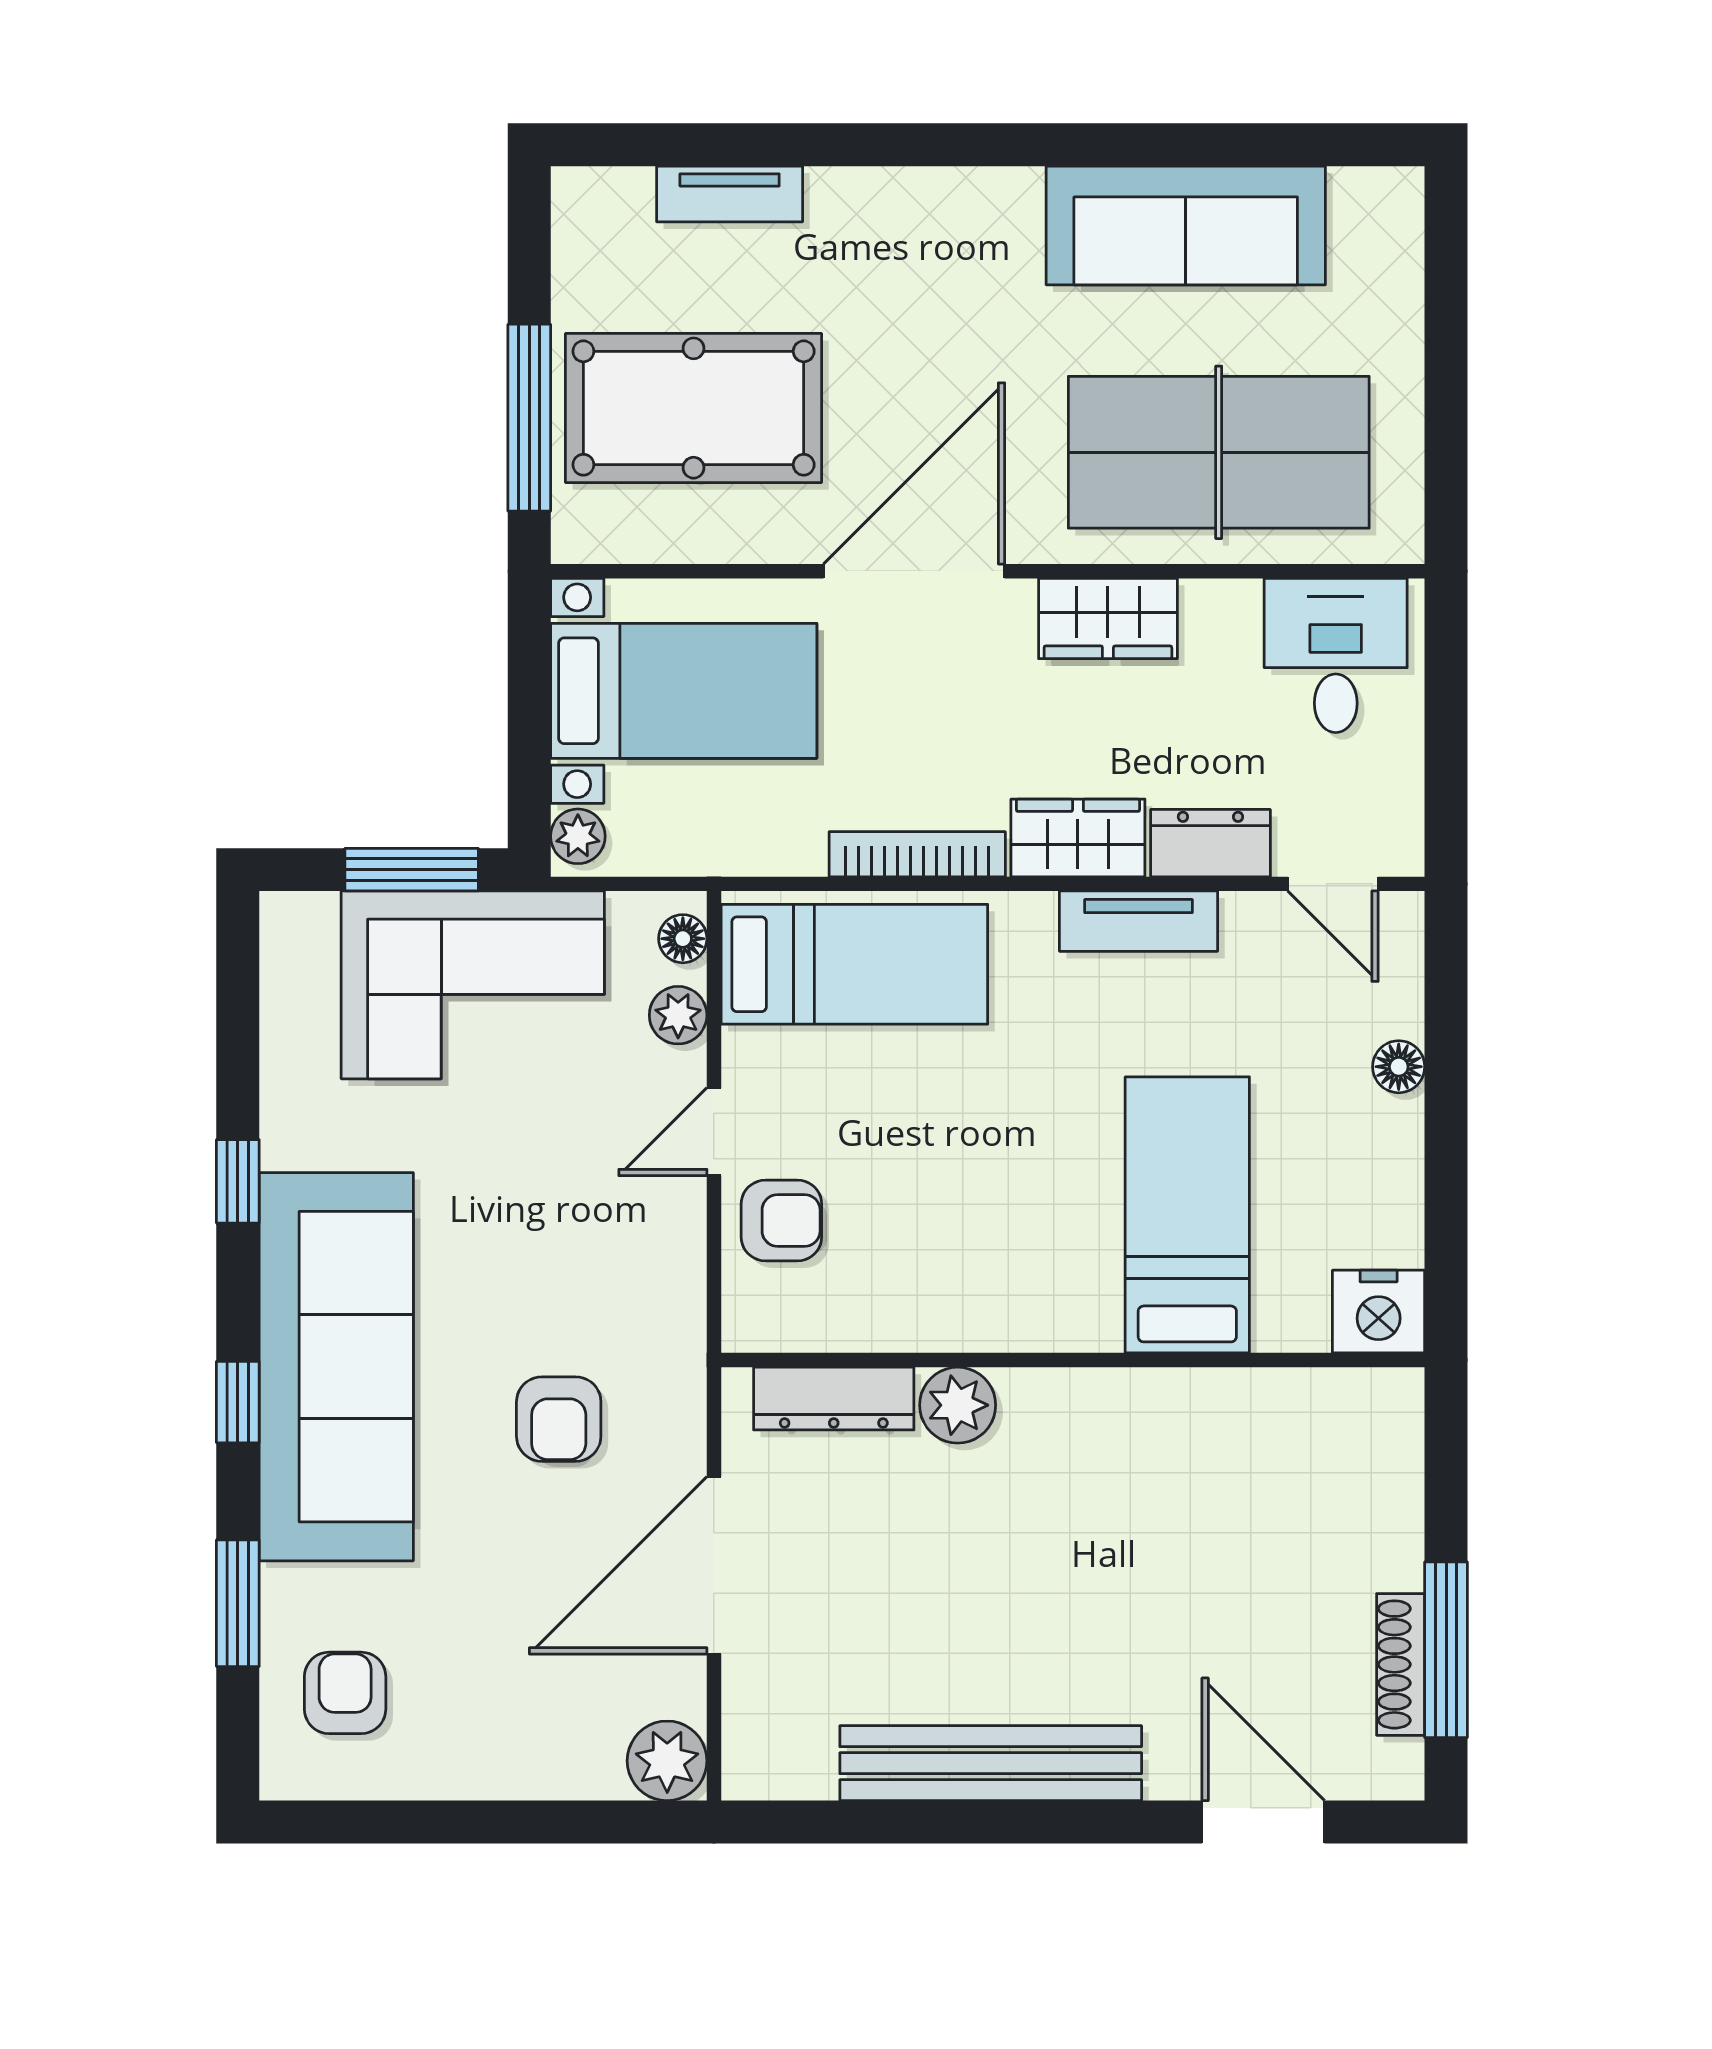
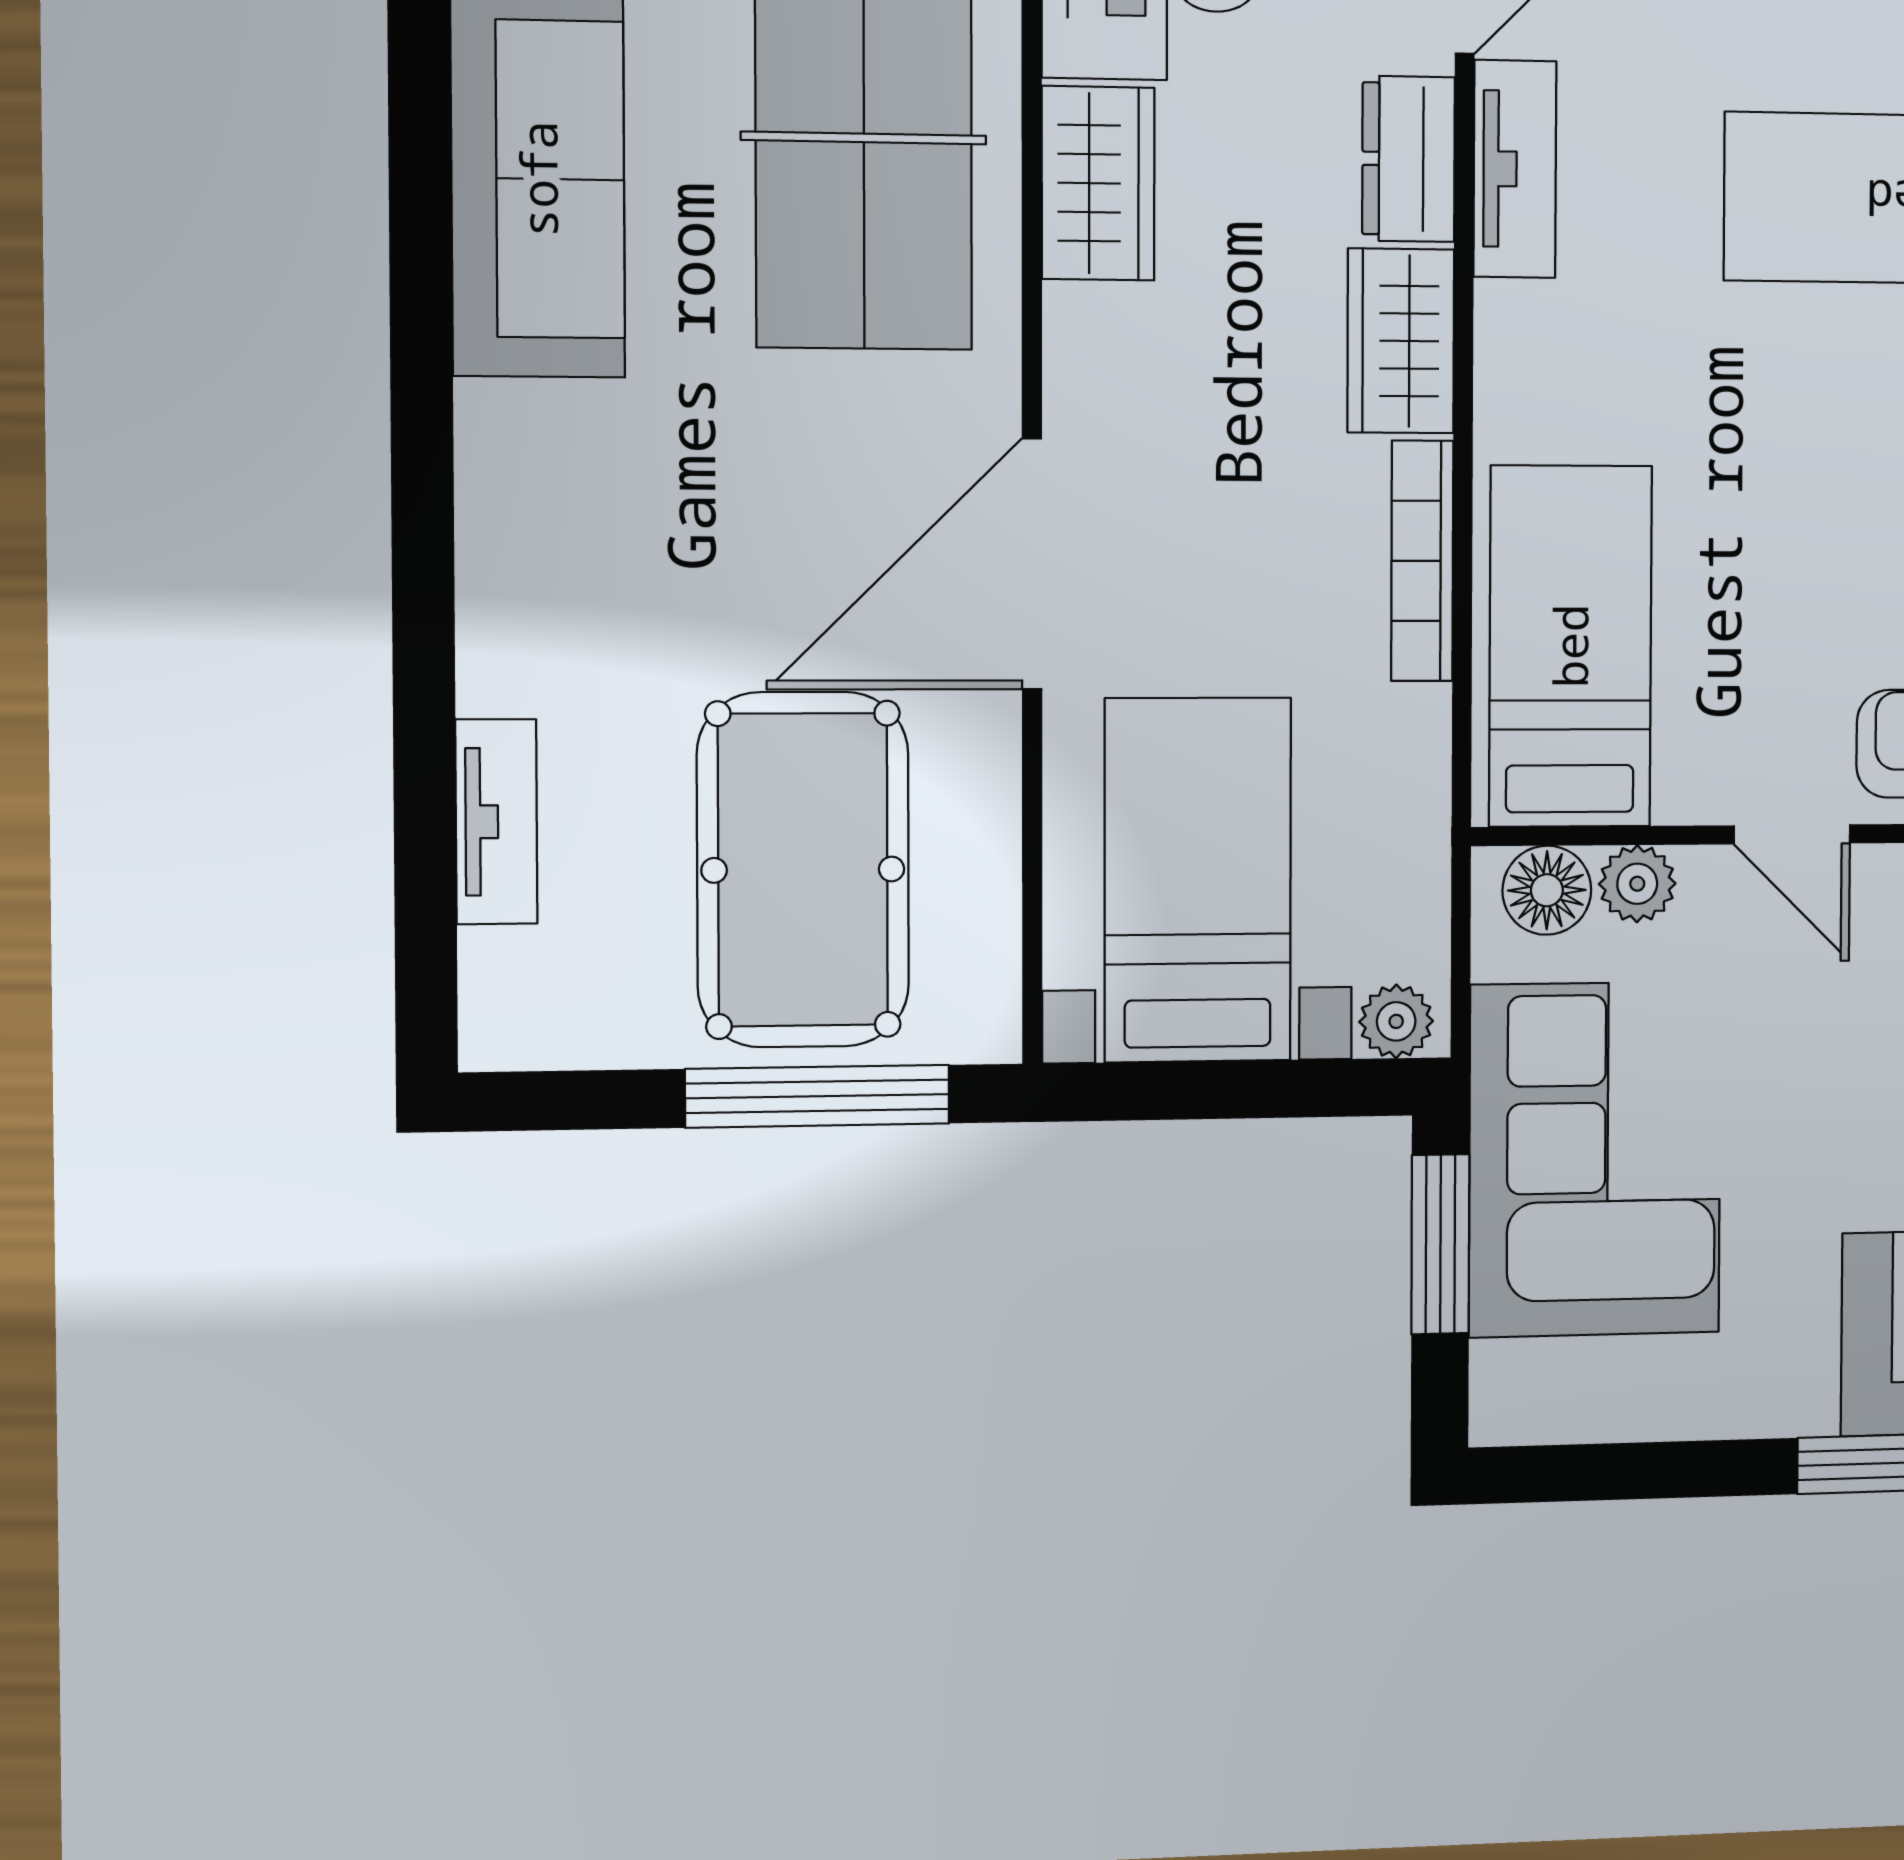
door: (914, 571) -> (1032, 564), hinge flipped
wardrobe: (1108, 619) -> (1098, 183), moved
tv unit: (1139, 921) -> (1515, 169), moved
floor lamp: (683, 939) -> (1547, 890), width x1.37, depth x1.37

